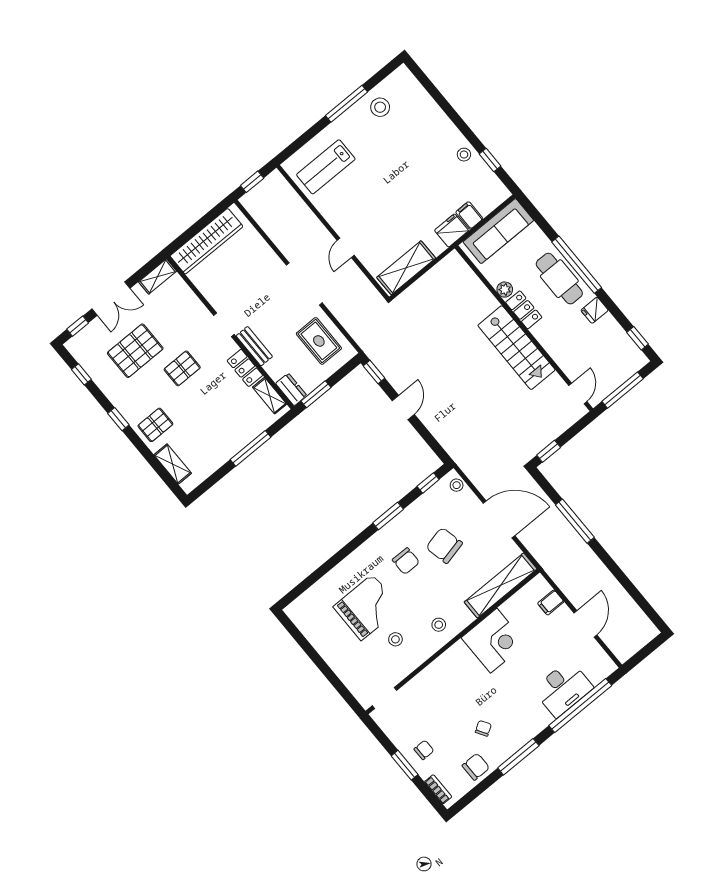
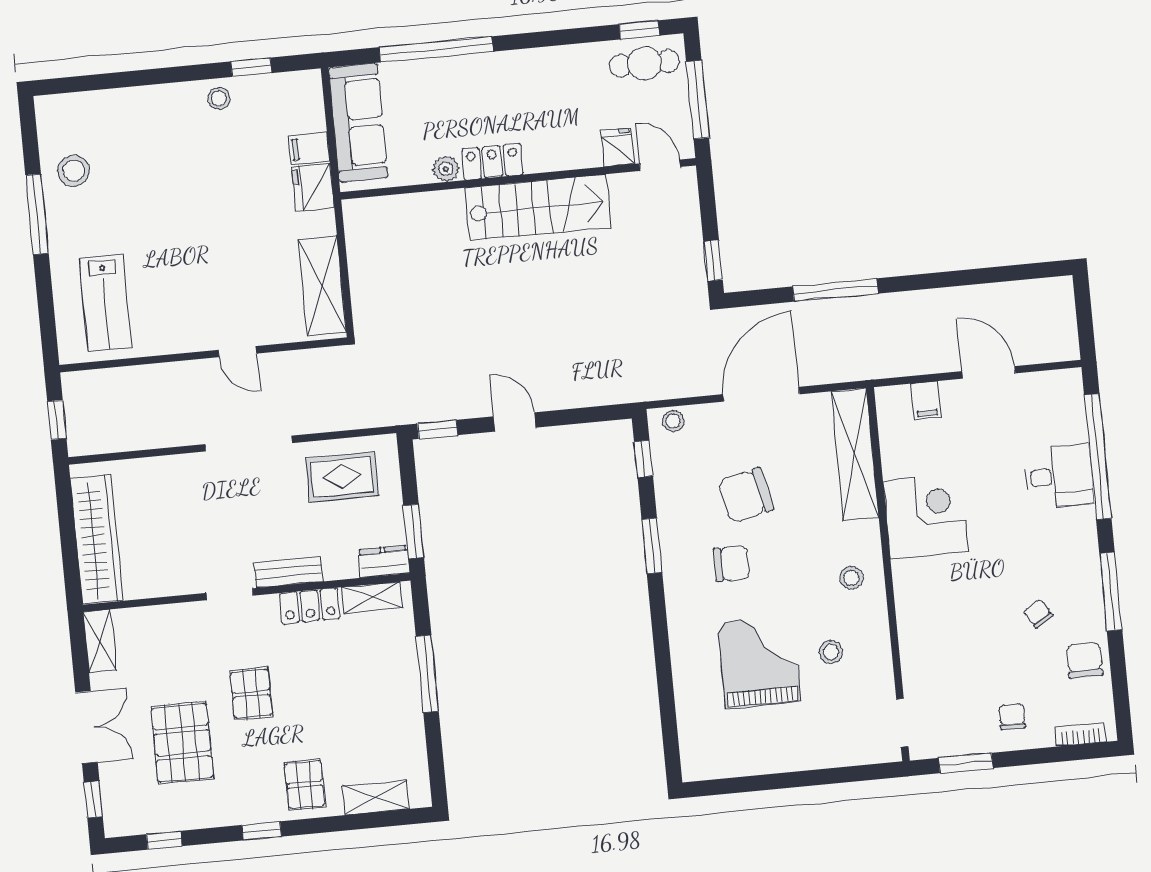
window: (577, 265) -> (436, 49), moved
cafe table: (559, 279) -> (645, 63), moved, width x0.73, depth x0.74
fridge: (595, 310) -> (618, 147), moved, turned 180
desk: (563, 689) -> (1059, 476), width x0.73
window: (405, 765) -> (966, 763), moved

